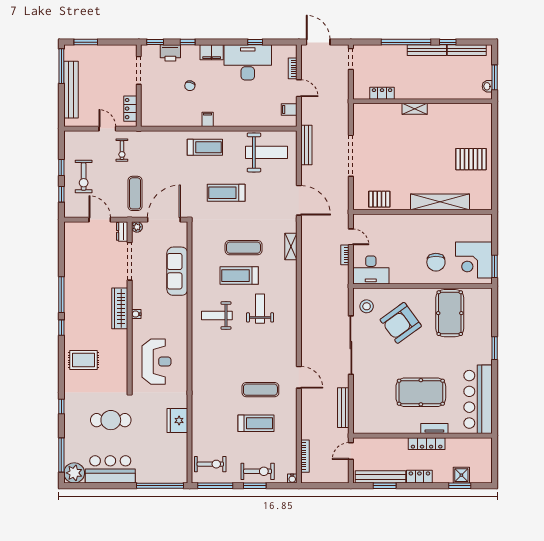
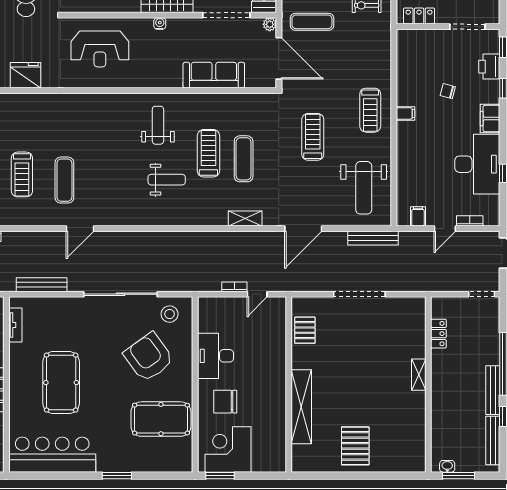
desk: (371, 270) -> (215, 356), moved
tv unit: (434, 429) -> (15, 325), moved

